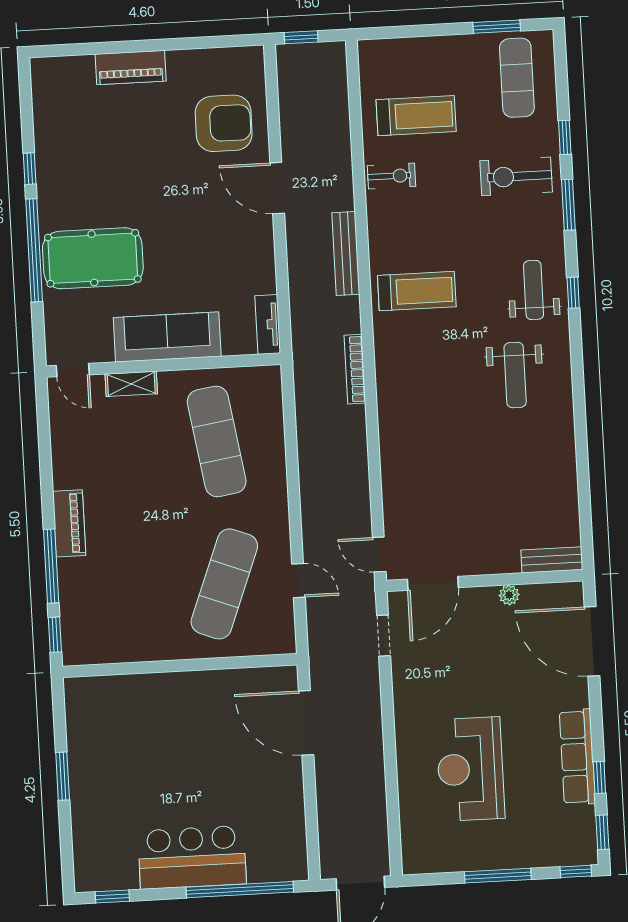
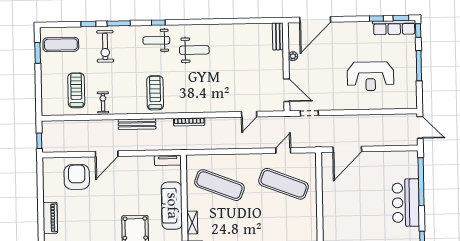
exercise mat: (217, 441) -> (219, 185), turned 30
door: (379, 555) -> (249, 114), moved
row of seats: (577, 757) -> (394, 28), moved

